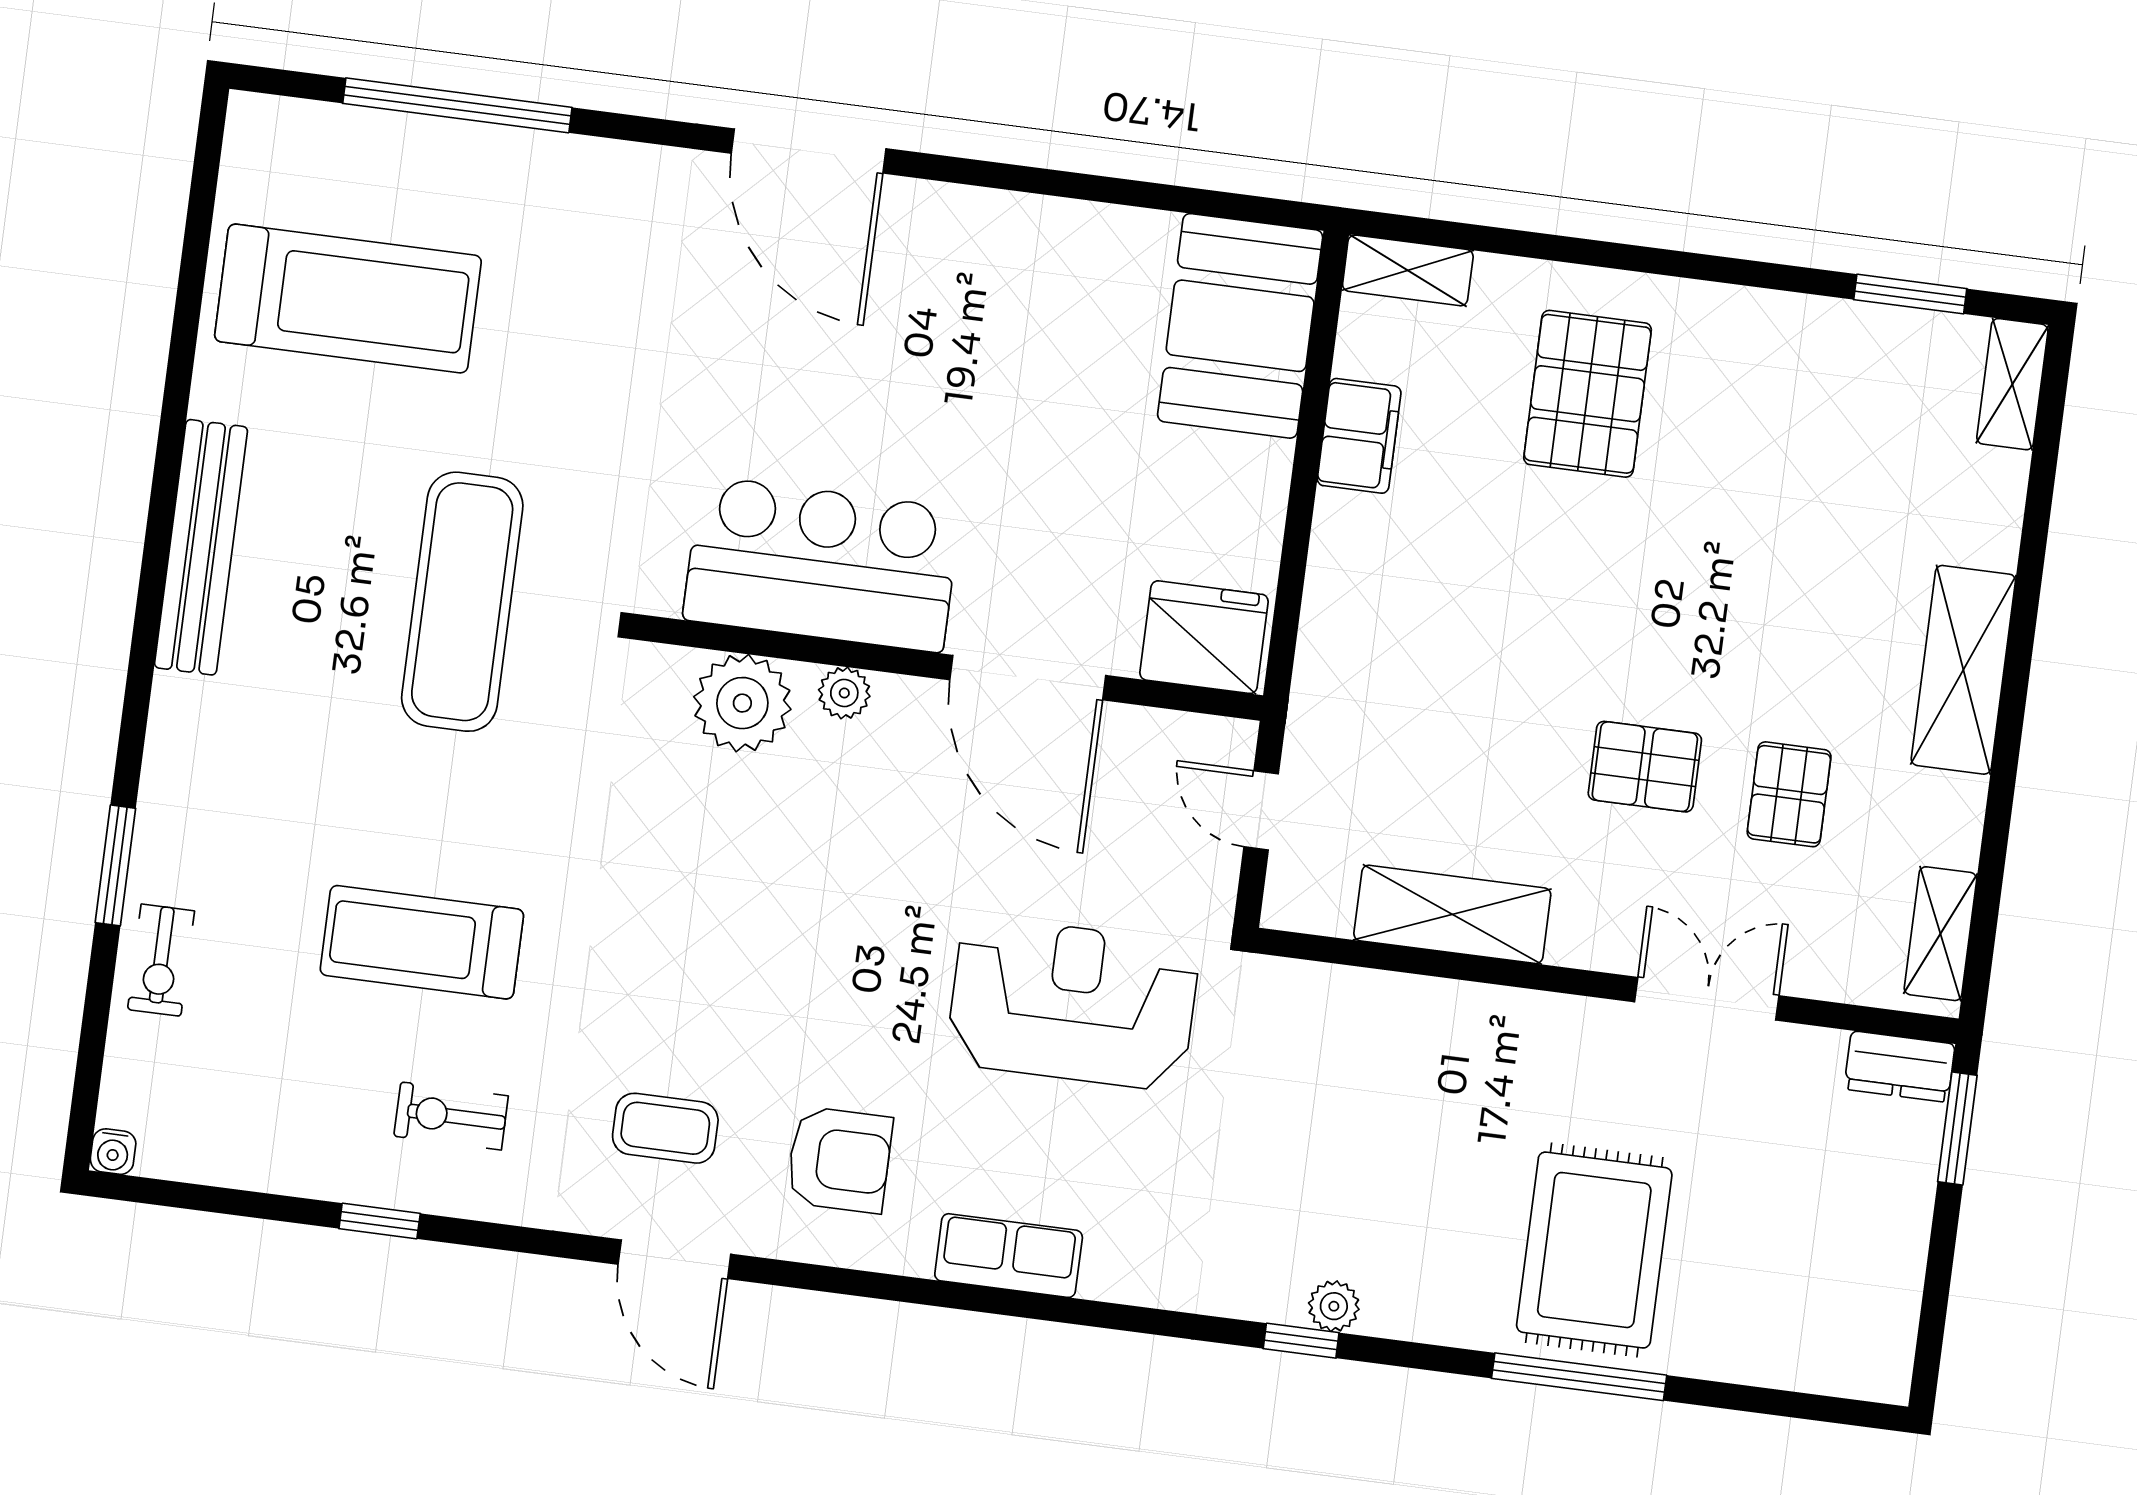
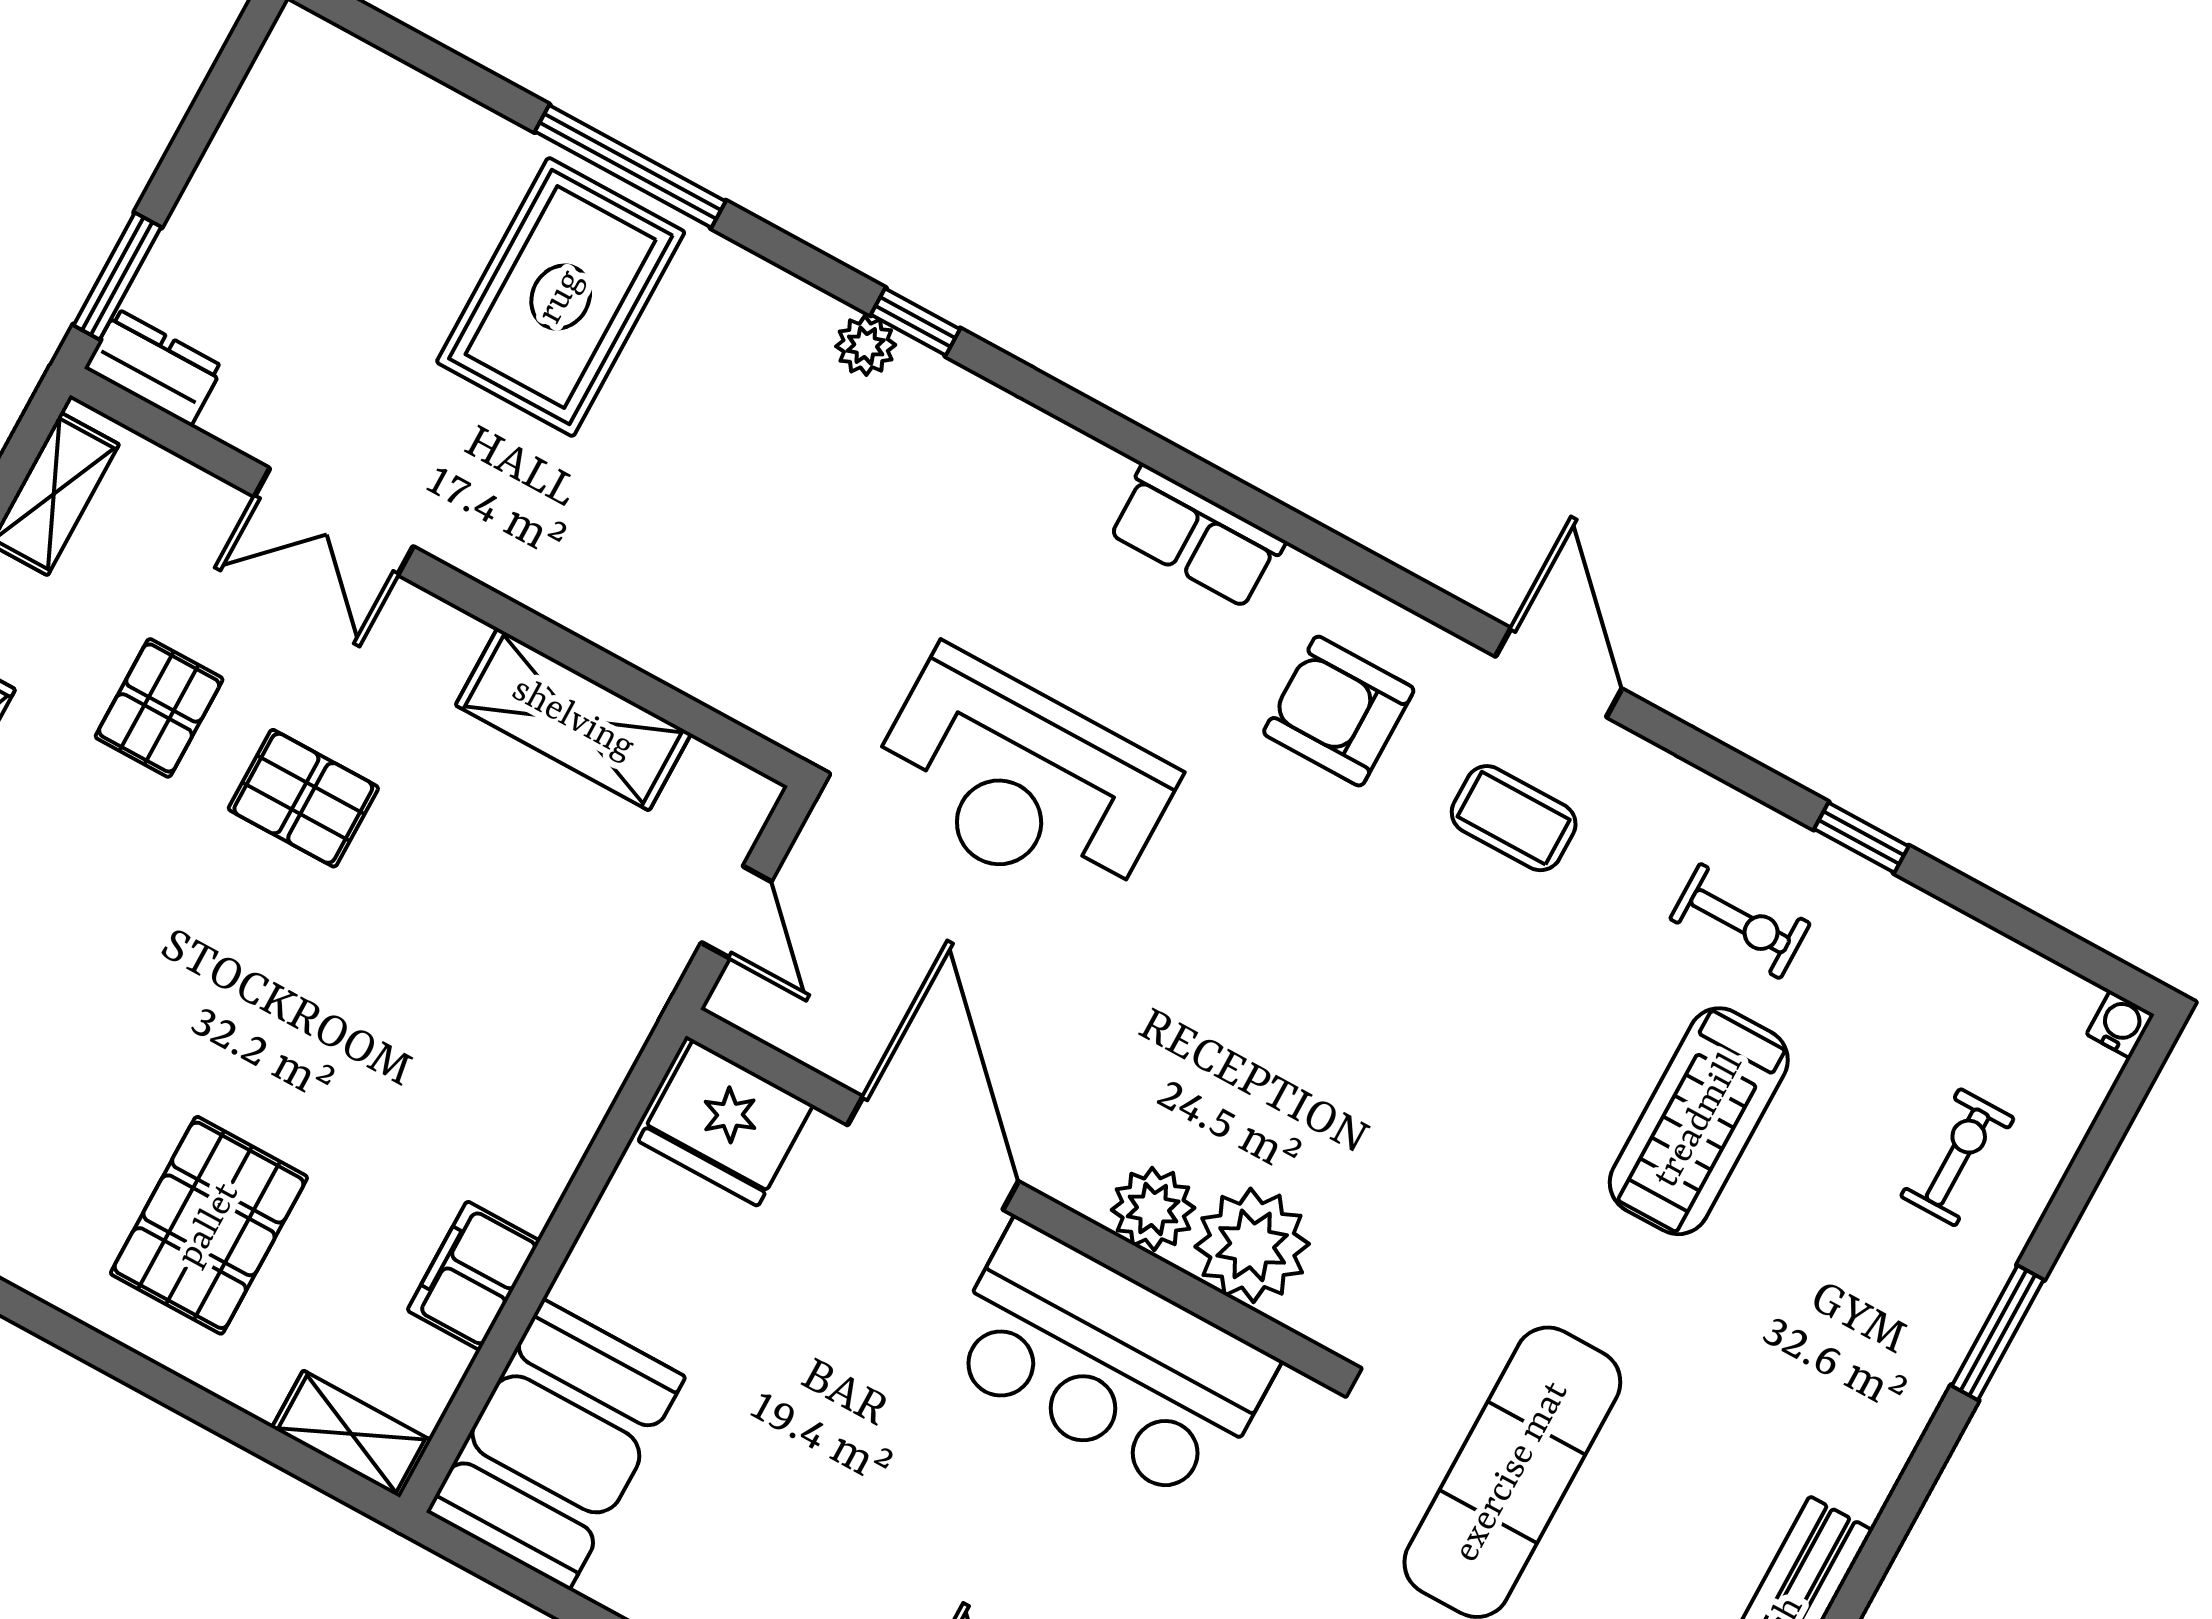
plant: (844, 693) -> (1153, 1209), width x1.38, depth x1.38
treadmill: (422, 942) -> (1699, 1121), turned 90
exercise bike: (161, 960) -> (1957, 1157), moved

